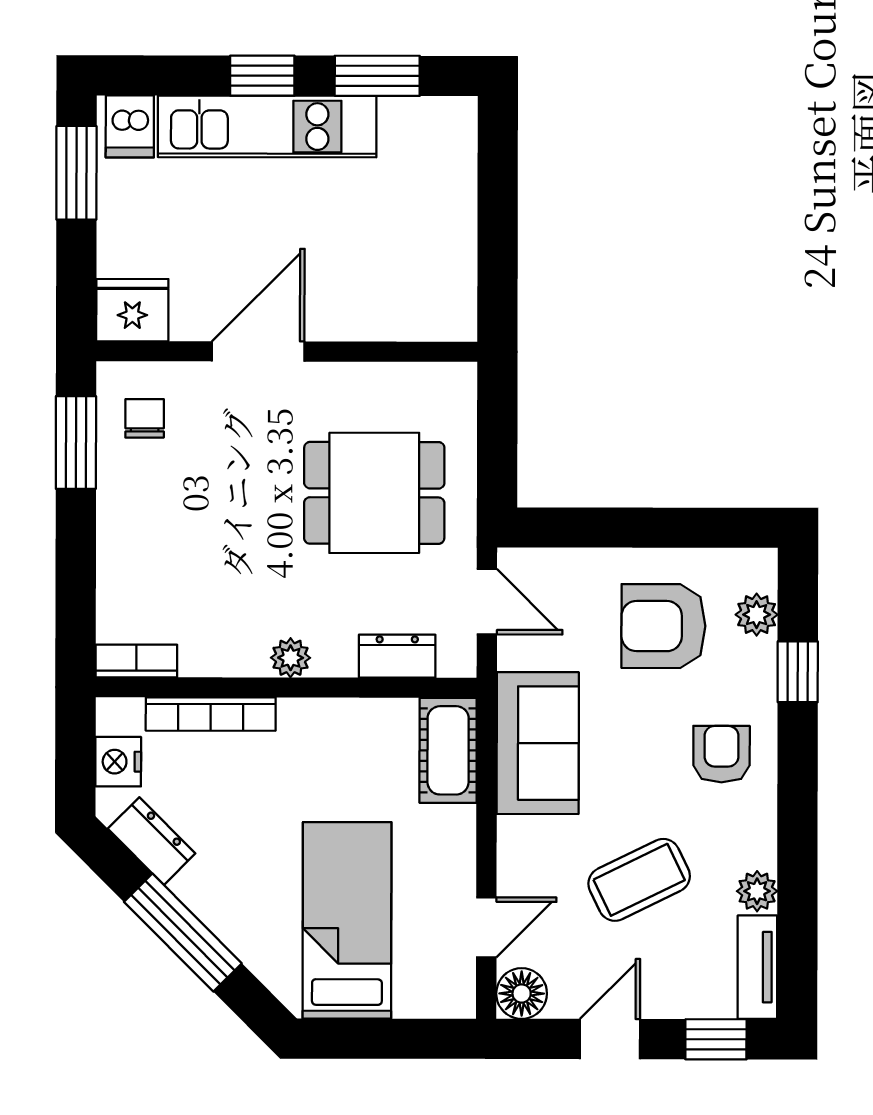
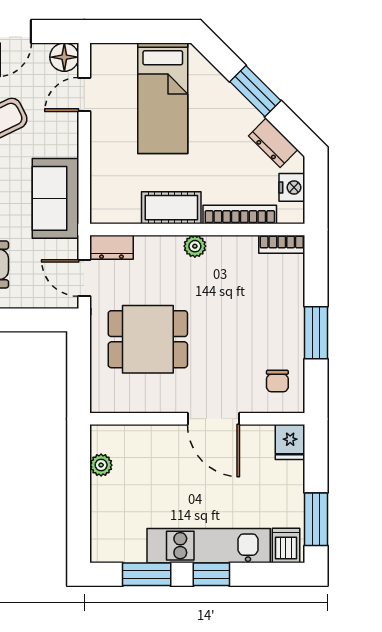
plant: (458, 270) -> (101, 465), added
fridge: (132, 310) -> (290, 442), width x0.72
door: (258, 351) -> (213, 419), hinge flipped
window: (76, 442) -> (316, 333), moved
dresser: (397, 656) -> (111, 247), moved
cot: (448, 750) -> (171, 208), moved, turned 90
window: (183, 933) -> (255, 91), width x0.69

